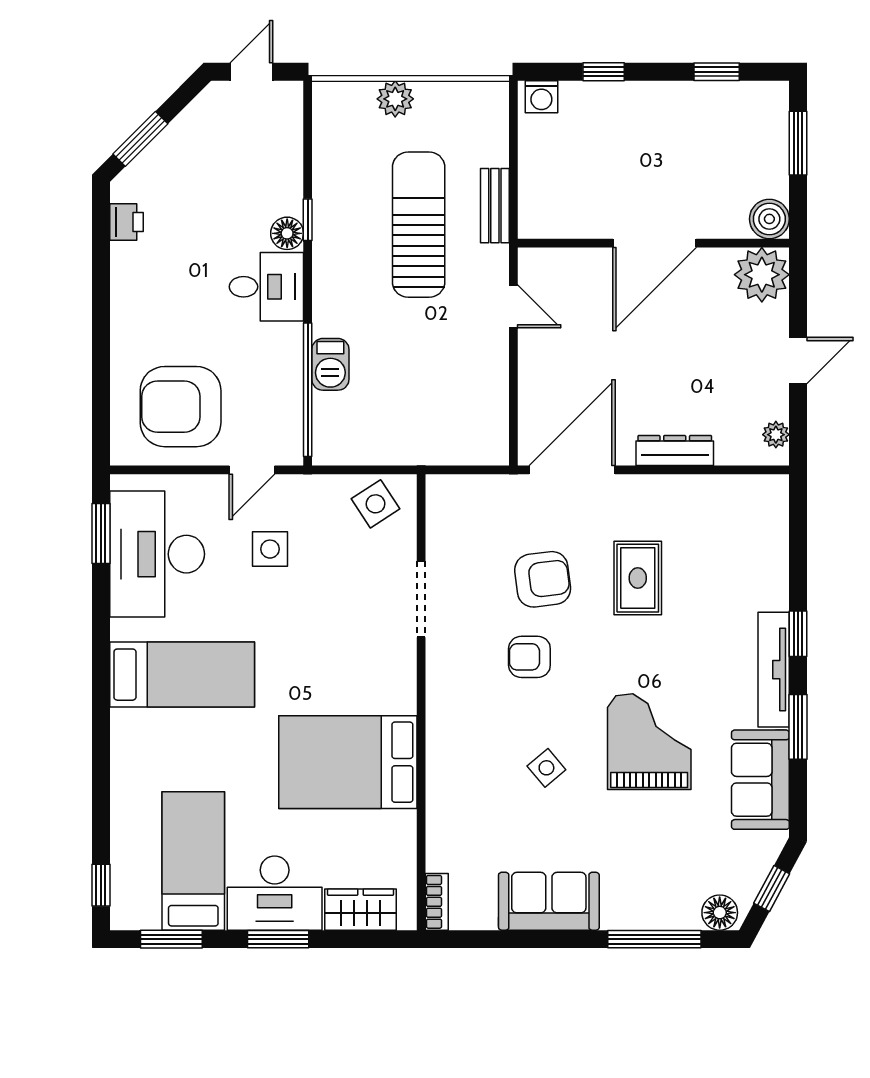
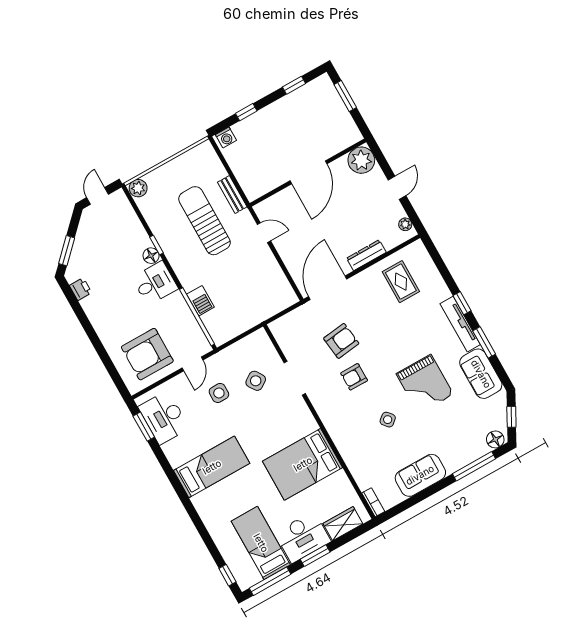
plant: (395, 99) -> (138, 188), moved
boiler: (769, 219) -> (351, 135), removed
side table: (376, 504) -> (256, 381), moved
desk: (157, 554) -> (164, 417), width x0.73, depth x0.77
rug: (638, 578) -> (401, 282), moved
grand piano: (649, 742) -> (425, 384), turned 180
window: (171, 939) -> (270, 581), width x1.44

